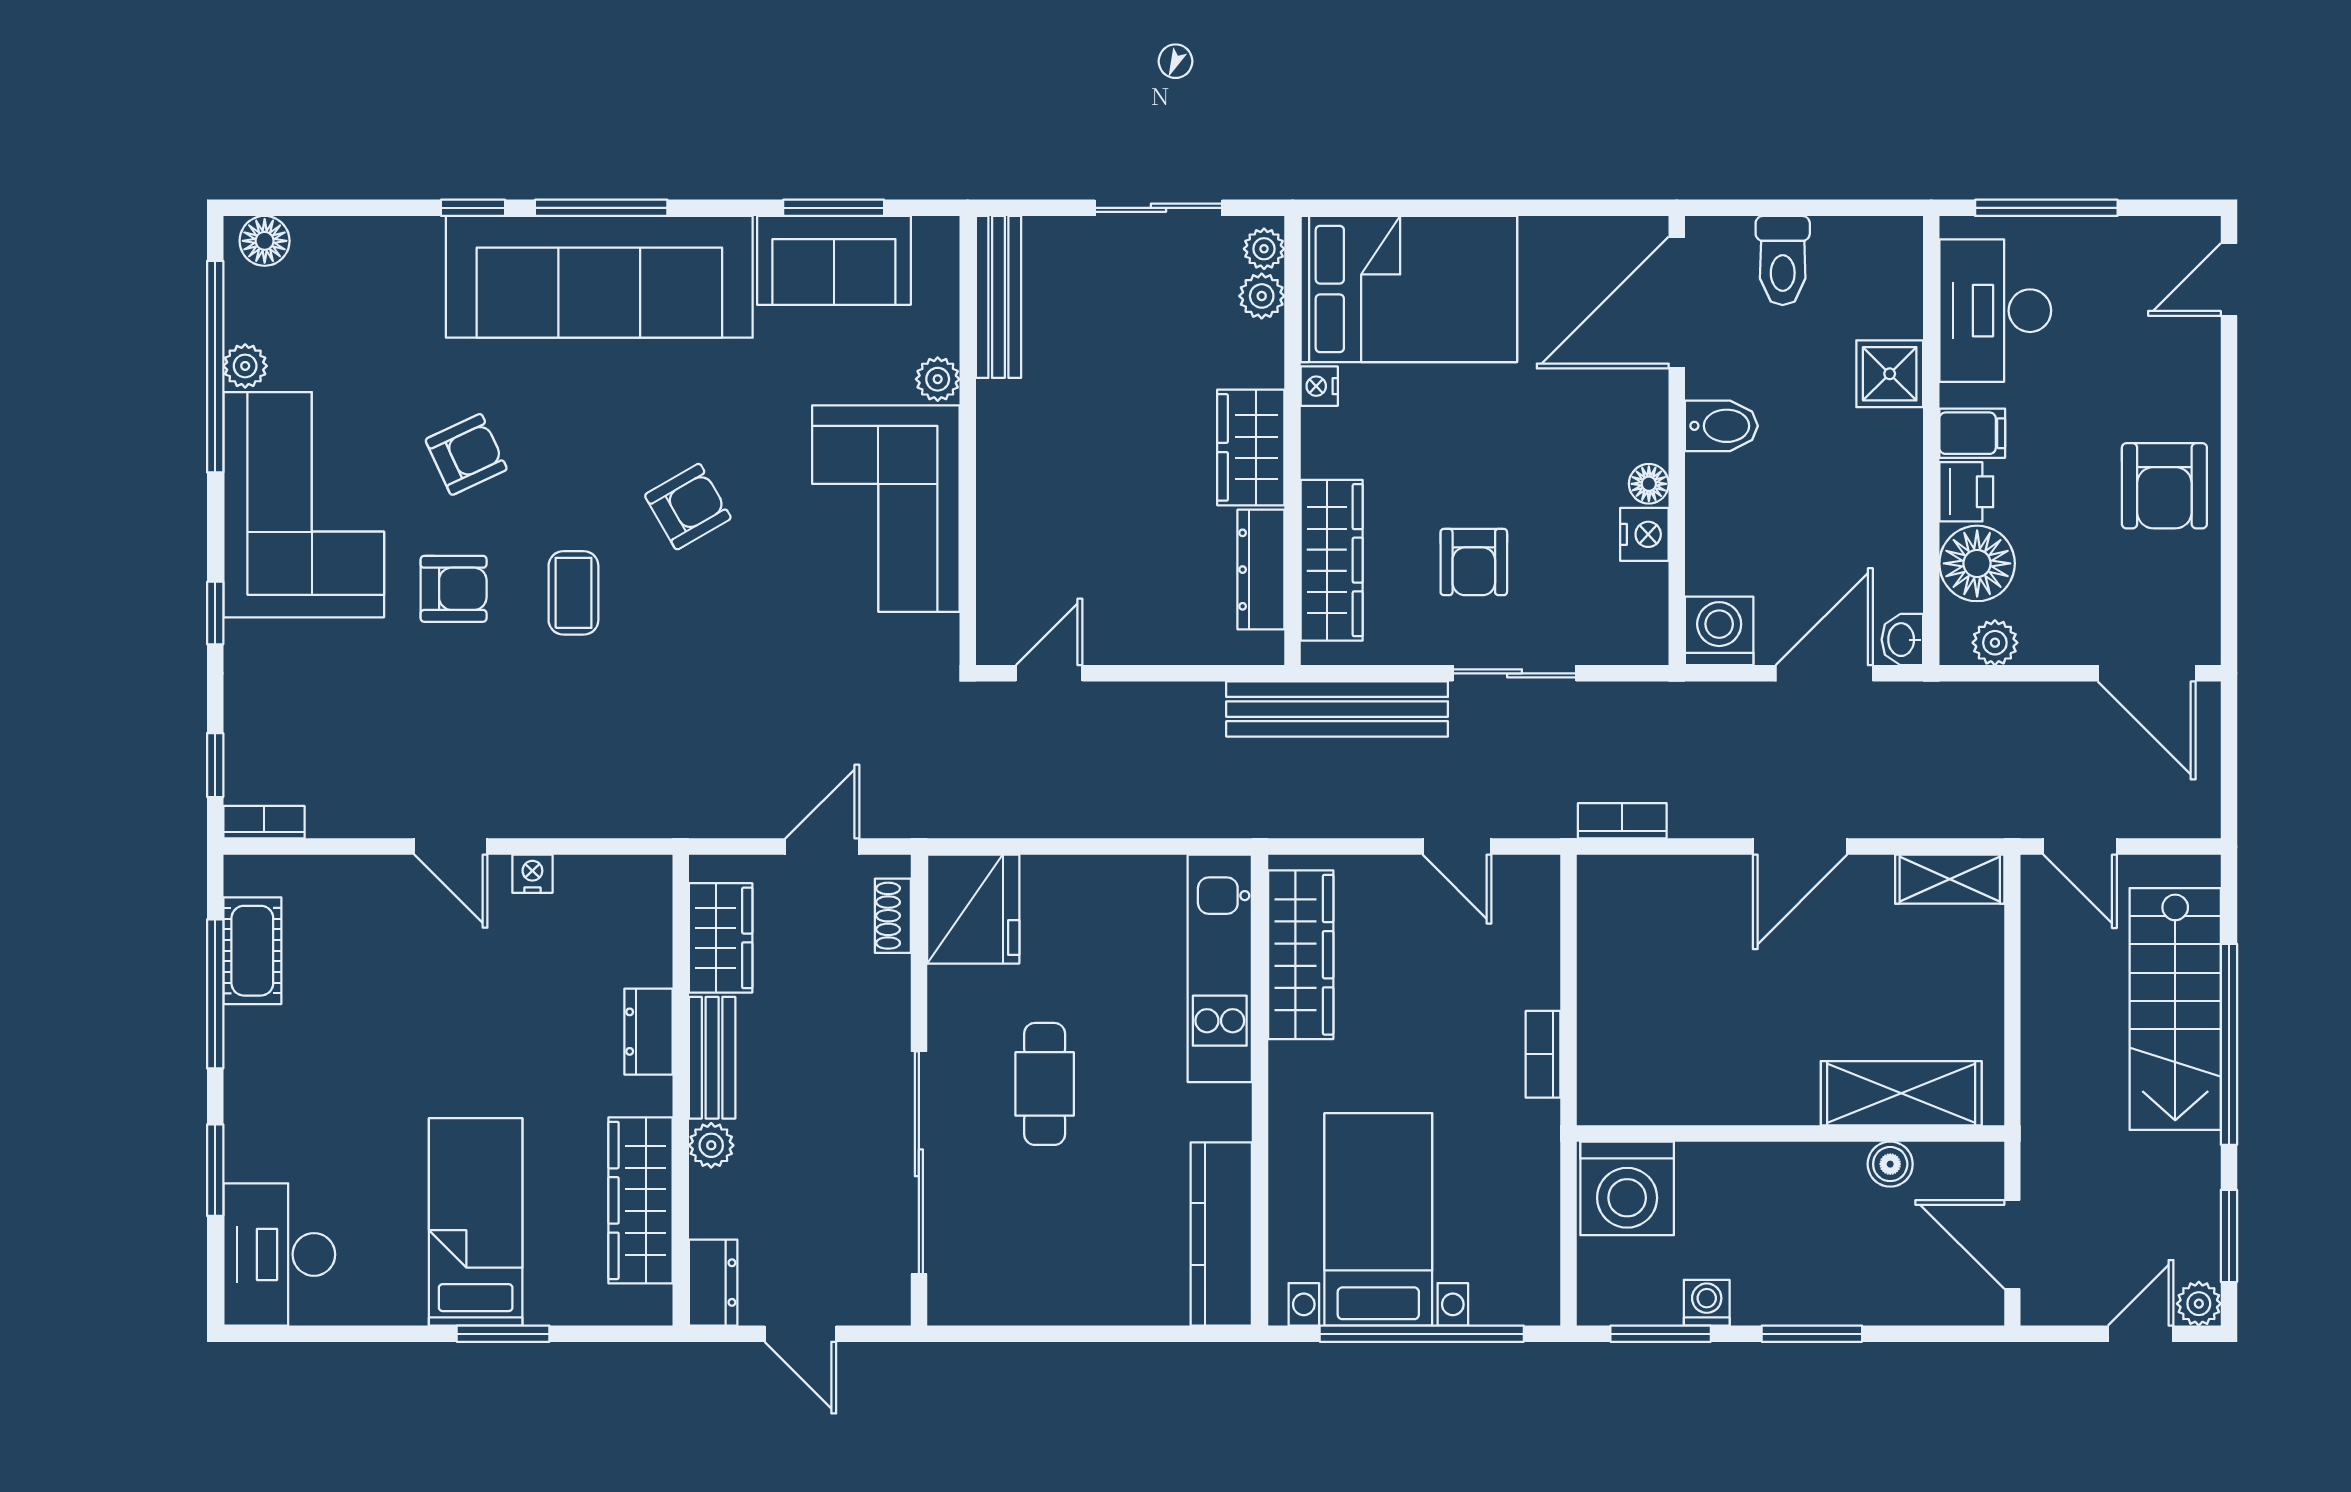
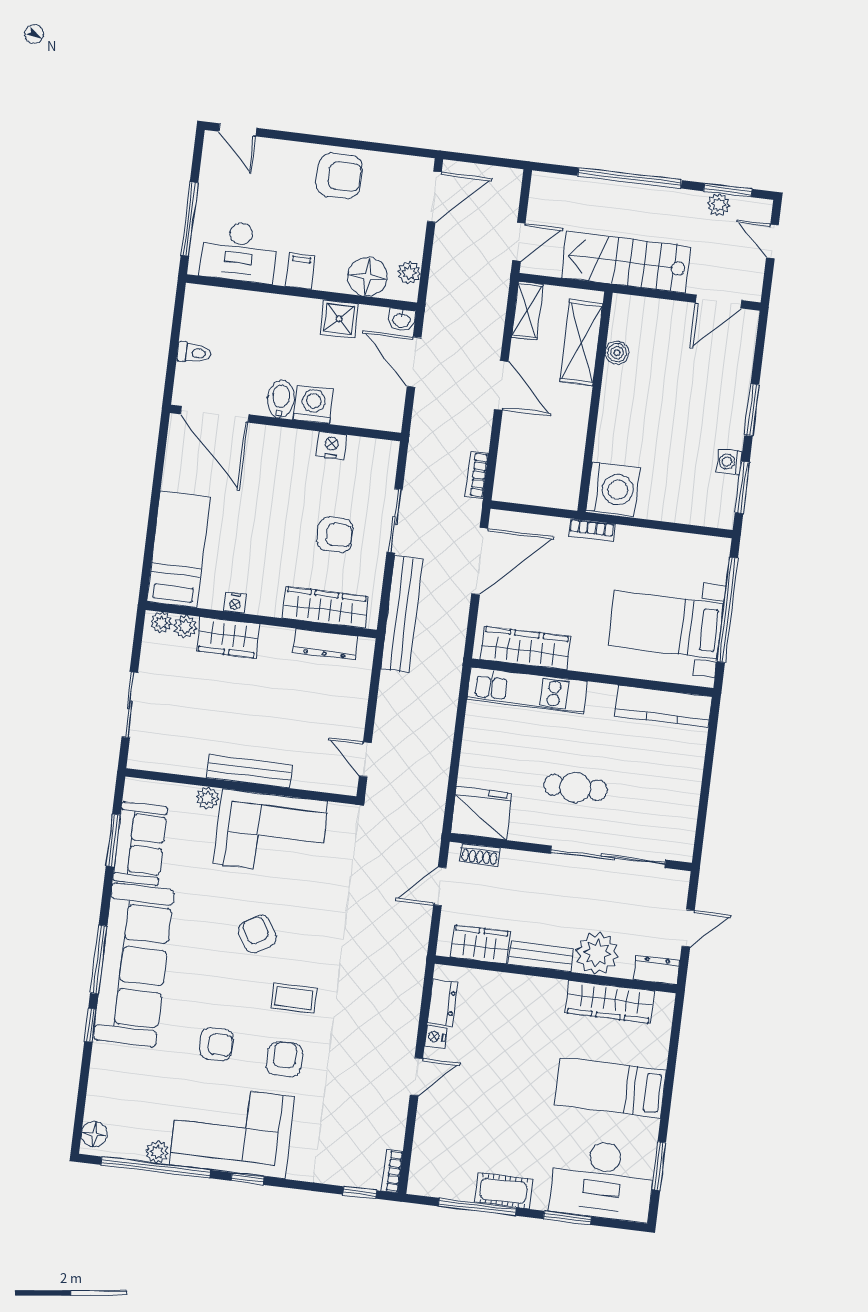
sliding door: (1158, 208) -> (130, 705), moved
toilet: (1783, 261) -> (194, 353), width x0.73, depth x0.72
bed: (1409, 289) -> (178, 549), width x0.67
bench: (998, 297) -> (249, 771), moved
shower: (1890, 374) -> (339, 319), moved
wardrobe: (1251, 447) -> (228, 638), moved
armchair: (466, 454) -> (216, 1044), turned 115
floor lamp: (1649, 484) -> (306, 440), removed
printer: (1966, 492) -> (330, 278), removed
window: (215, 613) -> (248, 1179), moved
washing machine: (1719, 631) -> (313, 404), moved, turned 90
door: (822, 847) -> (440, 886), hinge flipped
door: (1457, 847) -> (480, 561), width x1.88
cot: (252, 951) -> (504, 1191), moved
stairs: (2175, 1009) -> (626, 262), moved, turned 180
dresser: (648, 1032) -> (442, 1002), moved, turned -90
shelving: (1901, 1093) -> (581, 343), moved
wall: (1790, 1133) -> (595, 402), moved
plant: (711, 1145) -> (597, 953), width x1.87, depth x1.87
boiler: (1890, 1164) -> (617, 353), moved
washing machine: (1627, 1188) -> (613, 489), moved
desk: (279, 1254) -> (602, 1180), width x1.36, depth x1.30
plant: (2199, 1304) -> (718, 205), moved
window: (503, 1334) -> (659, 1166), moved

